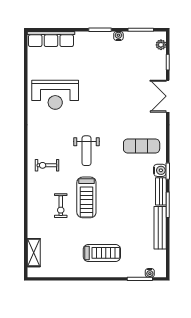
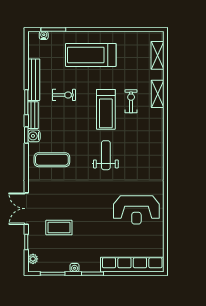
row of seats: (51, 39) -> (132, 265), width x1.36
coffee table: (134, 77) -> (59, 228), added
reception desk: (55, 95) -> (136, 210), turned 180
double door: (168, 96) -> (26, 209), swing flipped
exercise bike: (47, 165) -> (64, 95), moved
treadmill: (86, 197) -> (106, 109), turned 180
shelving: (34, 213) -> (158, 94), added
treadmill: (102, 253) -> (91, 55), width x1.37, depth x1.38

